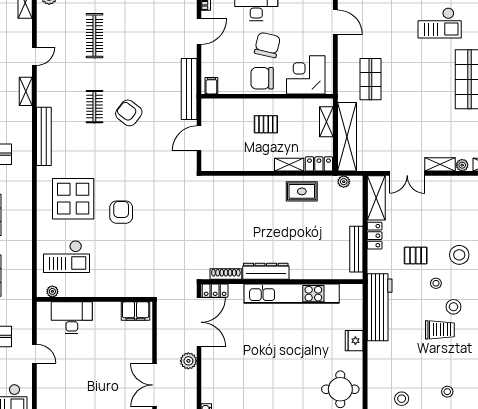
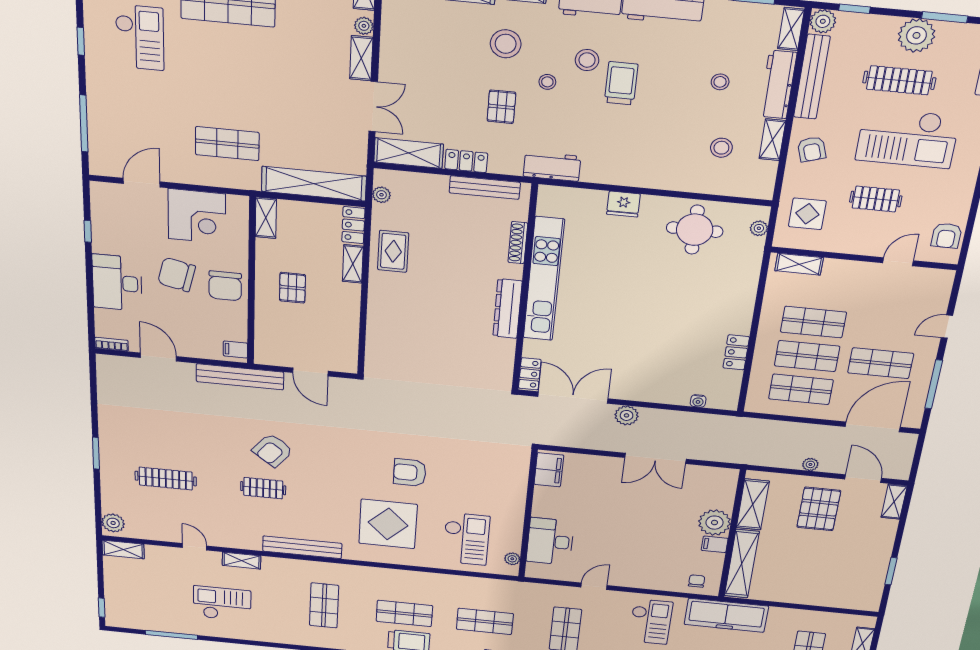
corner desk: (306, 75) -> (197, 216), moved, turned -90
shelving: (326, 122) -> (266, 218), moved, turned 90
shoe rack: (226, 274) -> (518, 243), moved
workbench: (380, 307) -> (552, 166), width x0.53, depth x0.76

